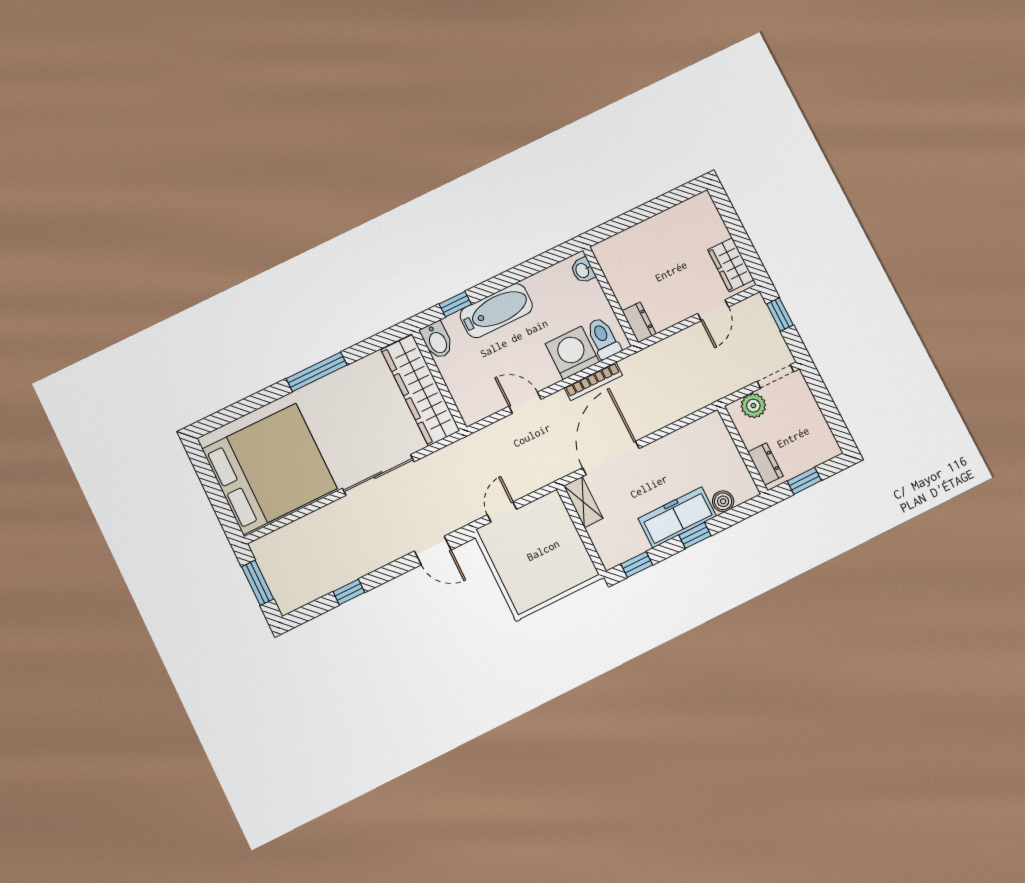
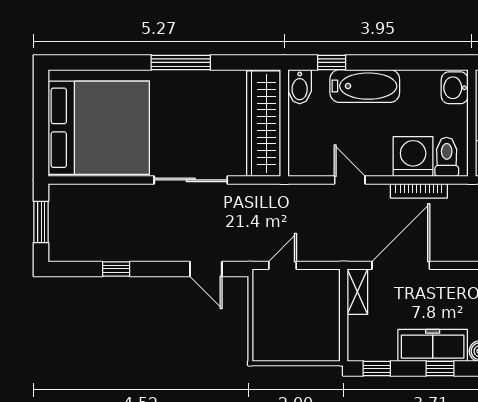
washbasin: (583, 270) -> (455, 88), width x1.38, depth x1.45

